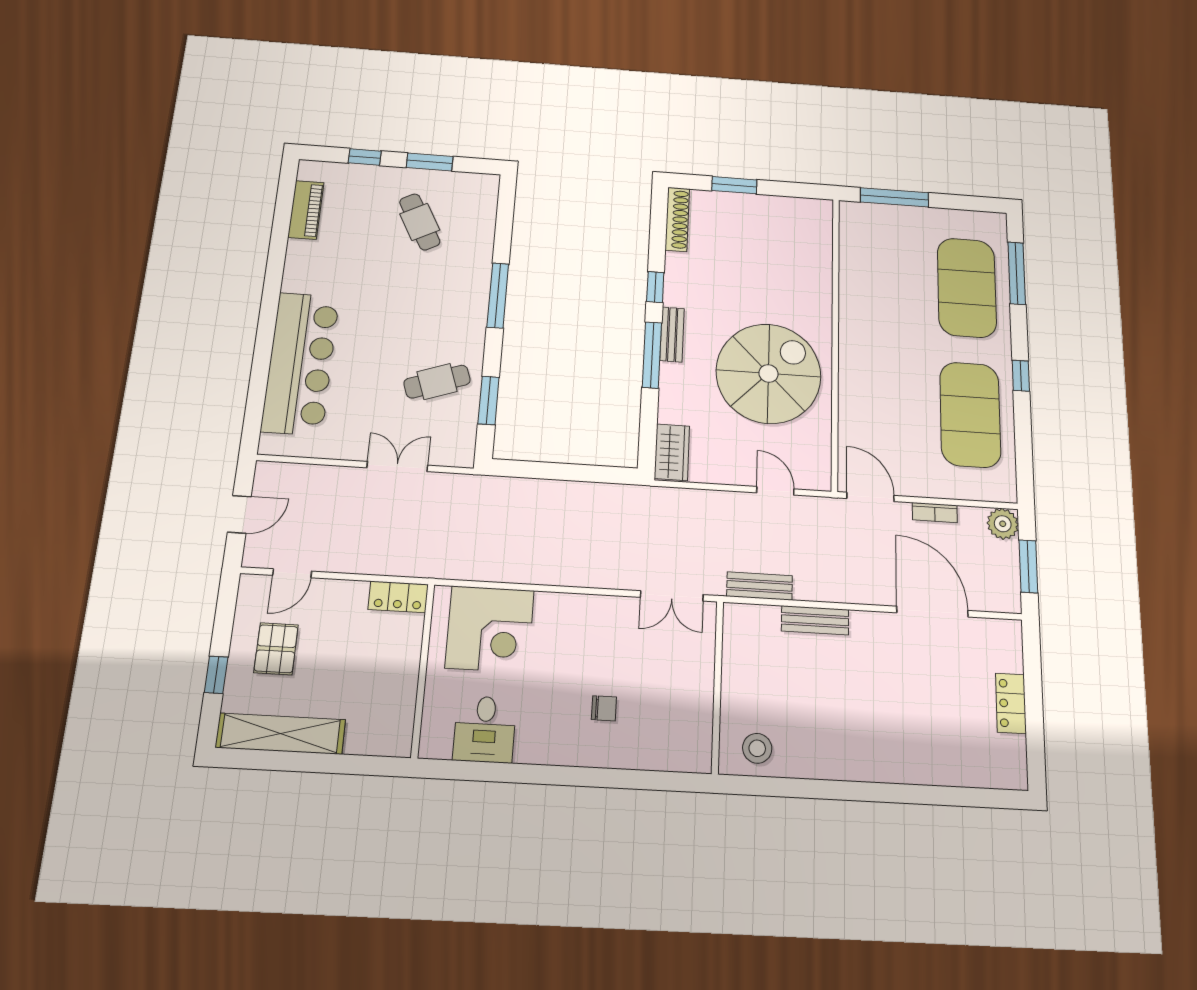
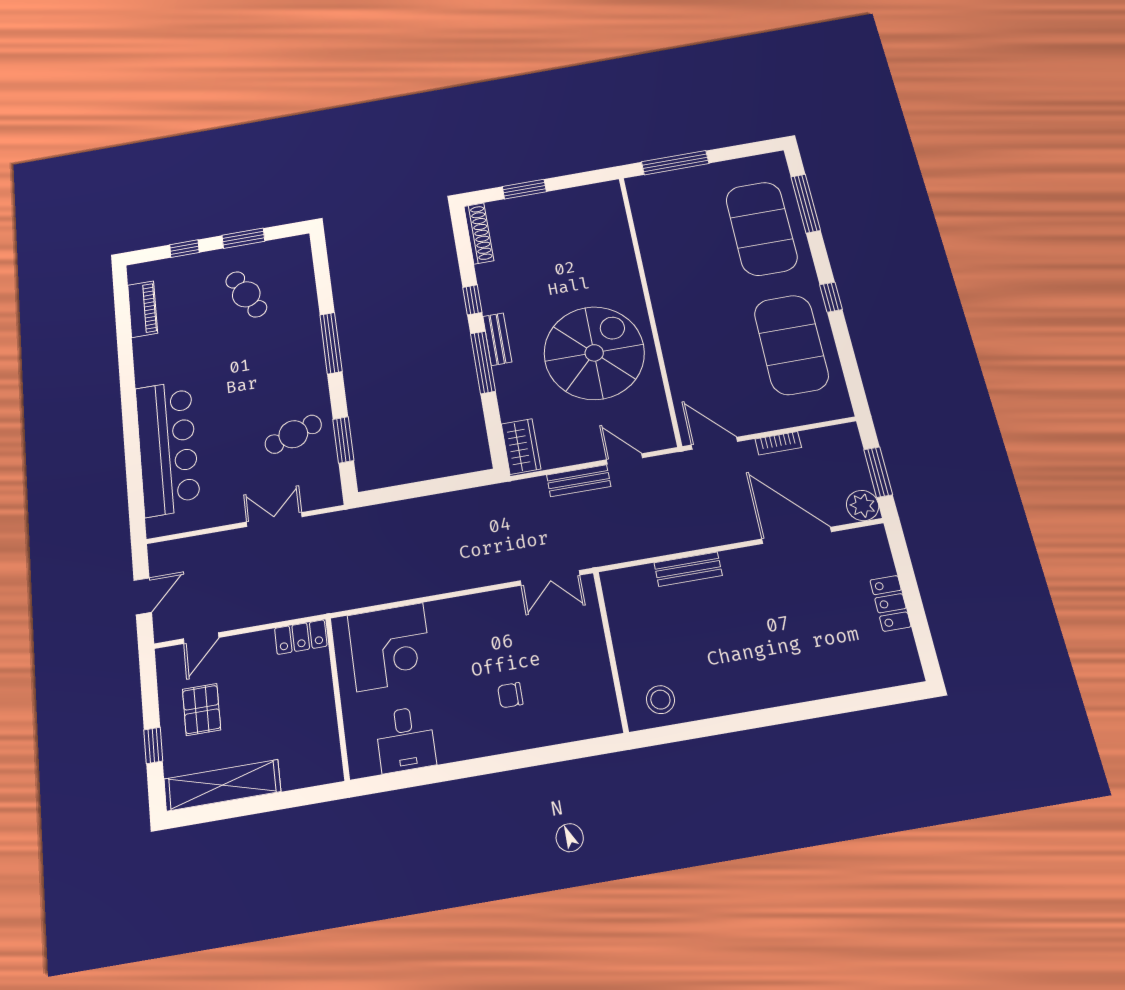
plant: (1003, 524) -> (863, 506), moved
bench: (759, 586) -> (579, 481), moved
chair: (604, 708) -> (510, 695), turned 180

